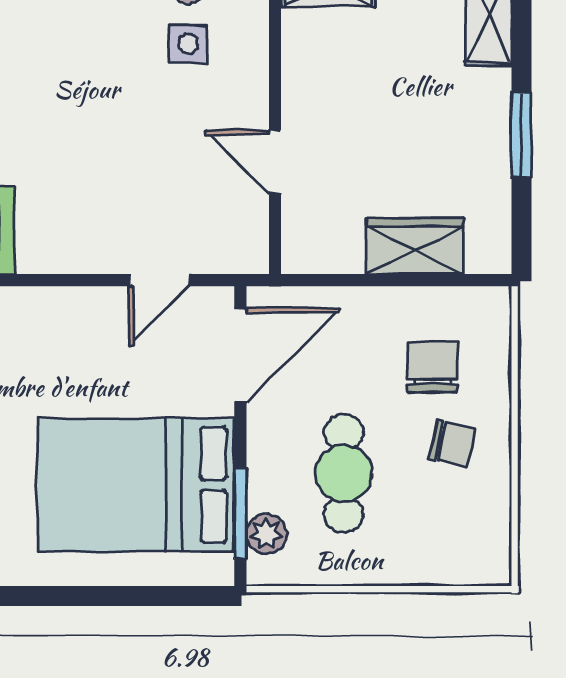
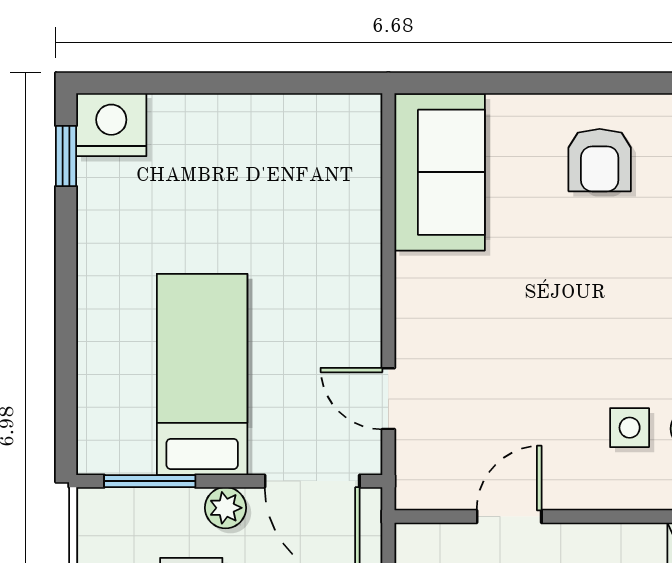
bed: (136, 485) -> (202, 374), width x0.67
plant: (266, 534) -> (225, 508), moved

